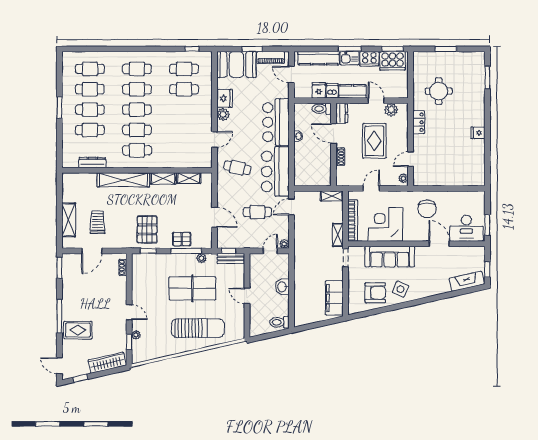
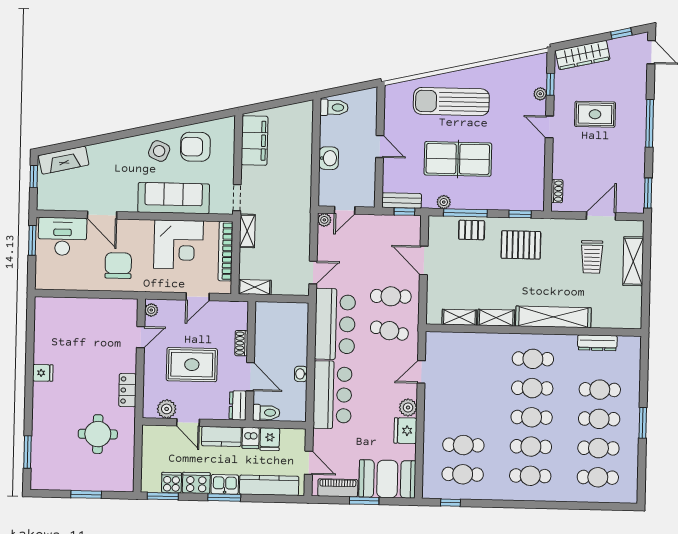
cooker: (393, 61) -> (171, 483), width x0.53, depth x0.76
rug: (374, 141) -> (192, 365), turned 90
cafe table: (257, 212) -> (391, 296), moved
pallet: (147, 229) -> (521, 245), turned 90
rug: (78, 330) -> (595, 114), moved

